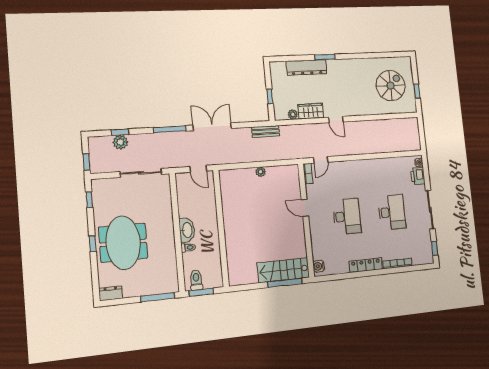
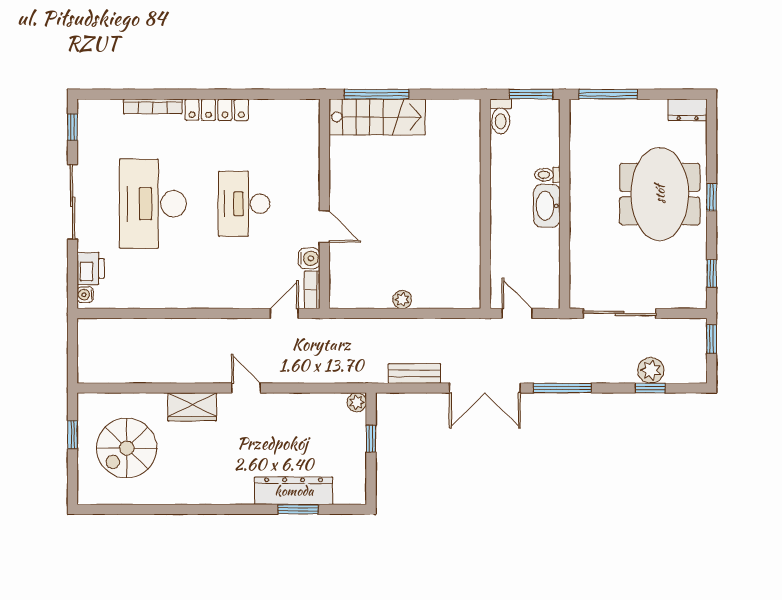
window: (325, 57) -> (298, 509), moved
wardrobe: (311, 111) -> (192, 407), moved
plant: (293, 114) -> (357, 402), moved
bench: (266, 131) -> (414, 373), moved
desk: (392, 212) -> (153, 204), width x1.36, depth x1.30
water cooler: (319, 266) -> (309, 258), moved
toilet: (196, 280) -> (501, 116), moved

